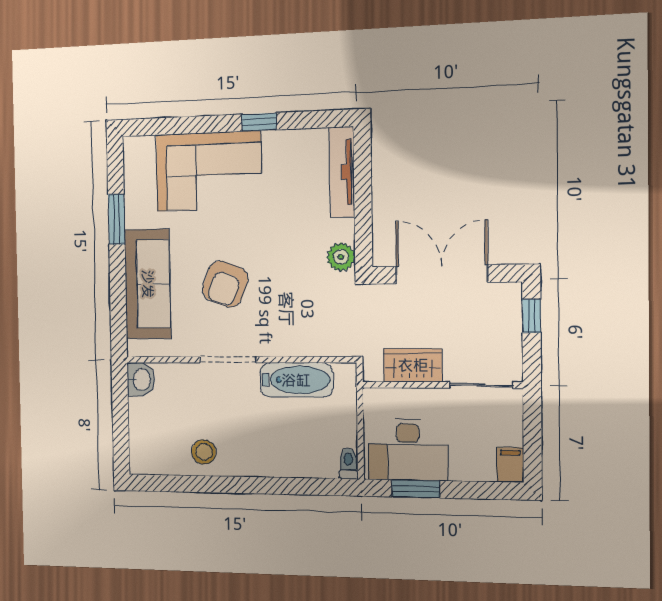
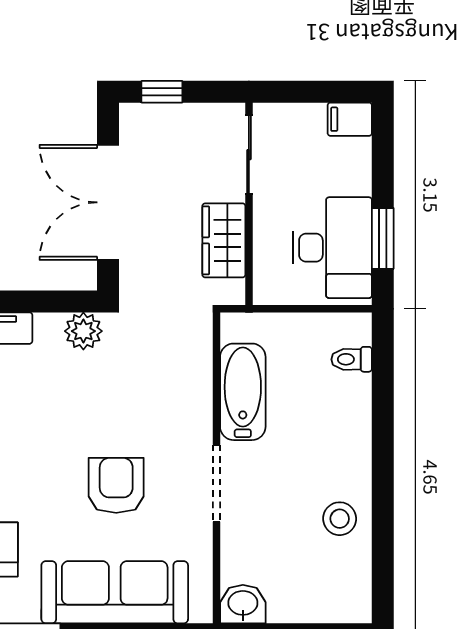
armchair: (225, 284) -> (116, 485), turned -111
toilet: (348, 463) -> (352, 359), moved

